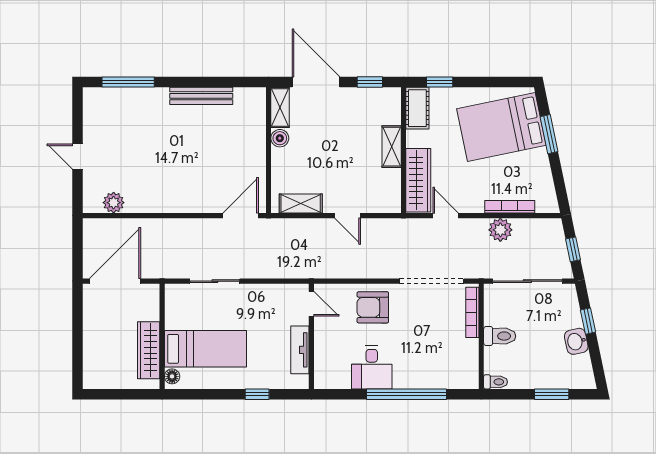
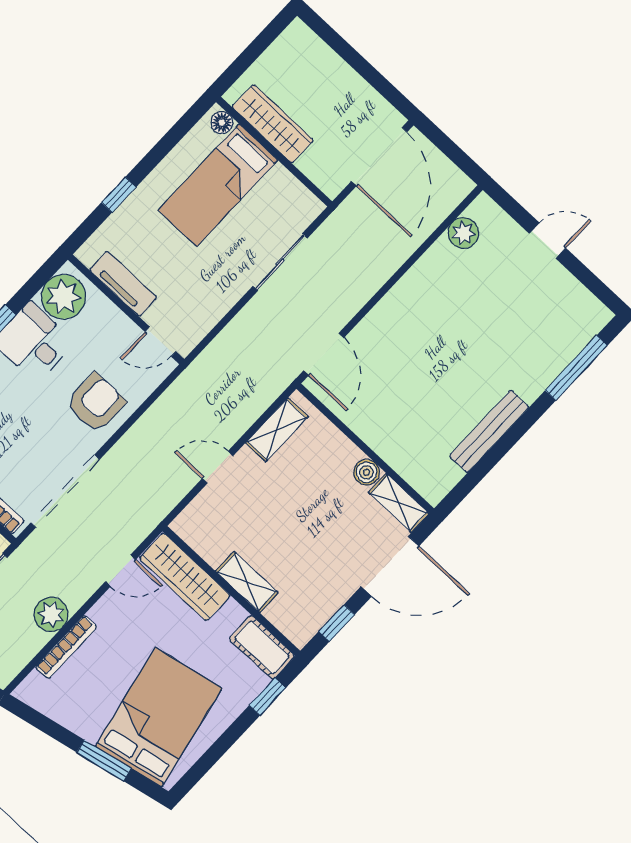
plant: (335, 374) -> (63, 297), added

